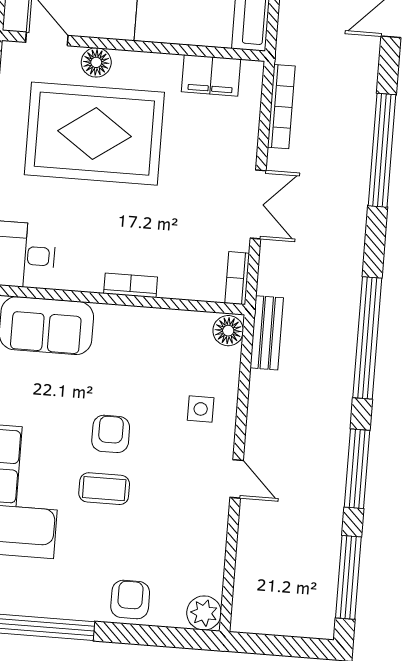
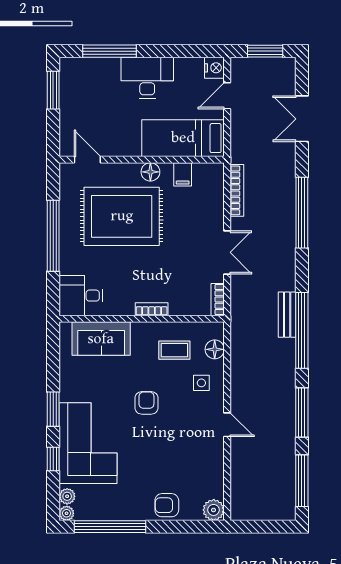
floor lamp: (96, 62) -> (150, 172), moved
filing cabinet: (211, 75) -> (183, 174), width x0.50
floor lamp: (228, 331) -> (215, 349), moved
bench: (267, 333) -> (287, 315), moved
coffee table: (104, 489) -> (174, 350), moved
armchair: (130, 600) -> (167, 505), turned -90

